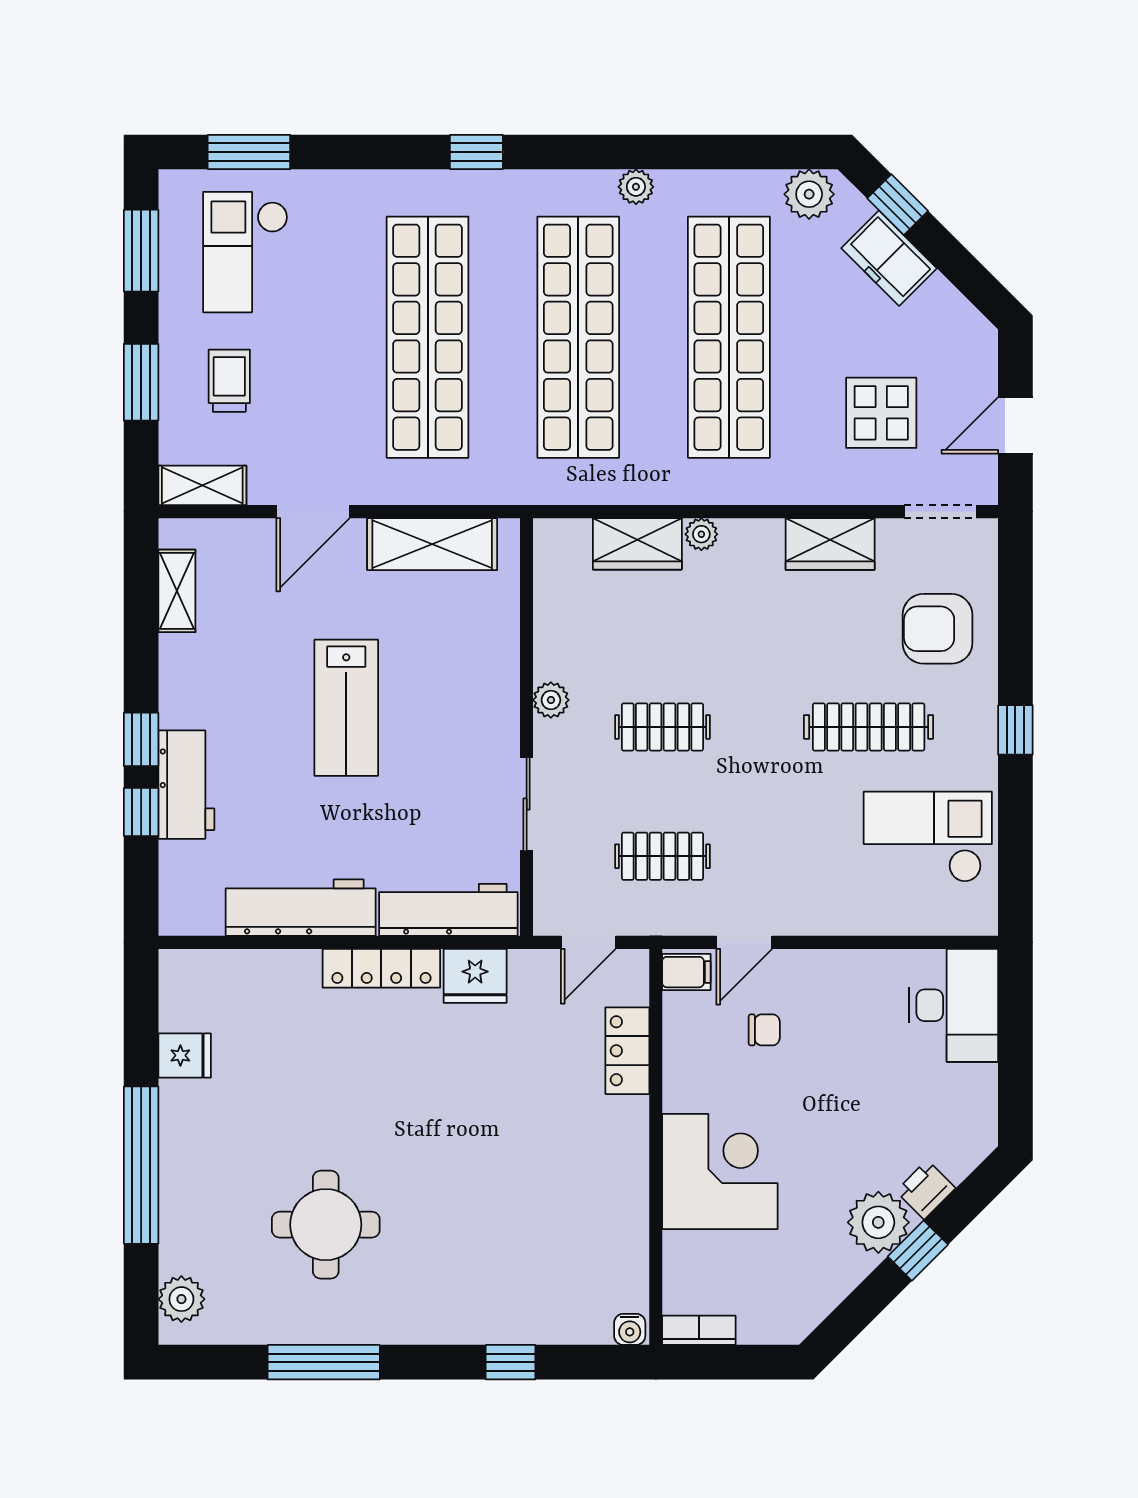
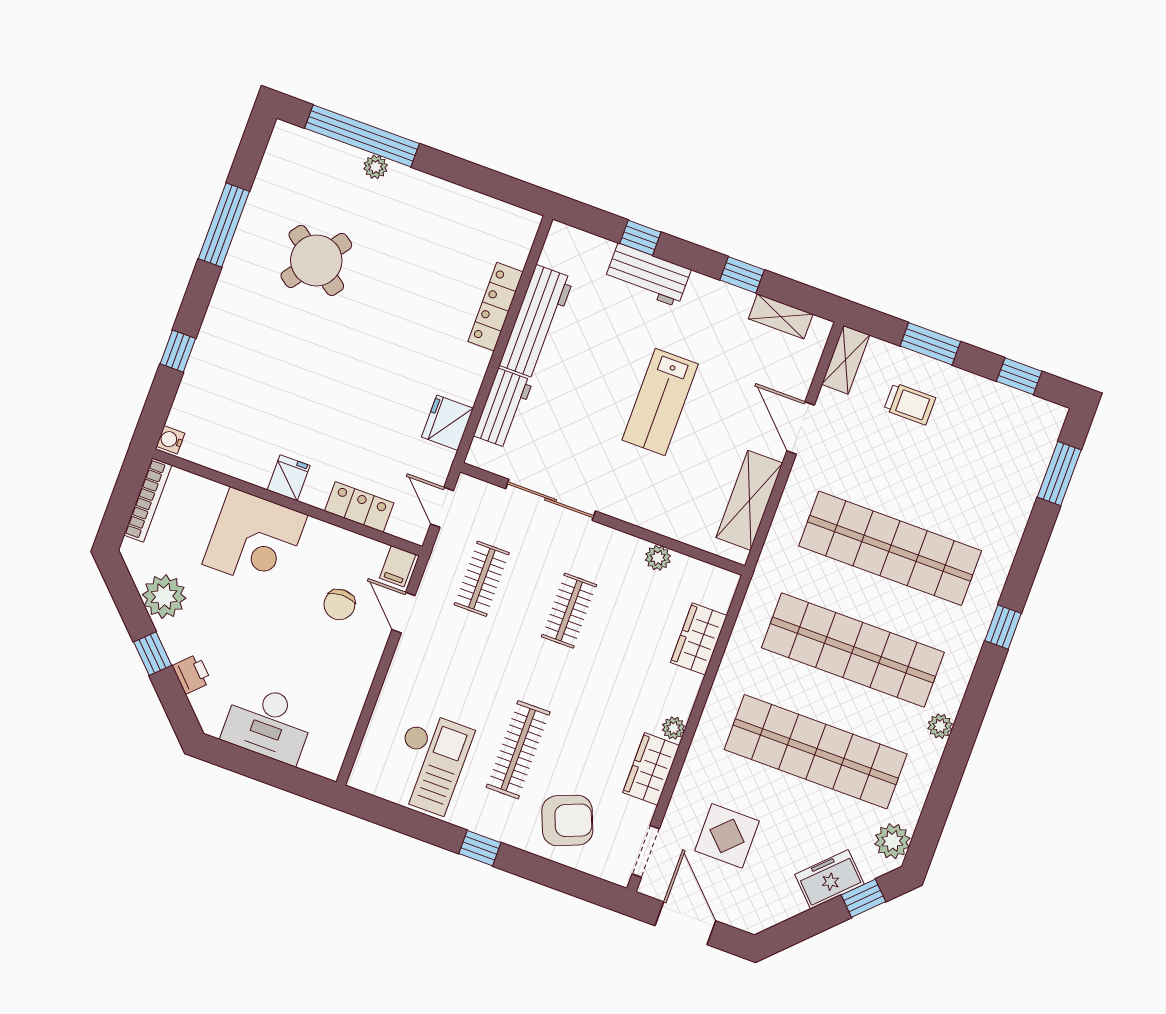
window: (141, 251) -> (1019, 376), width x0.67
checkout: (245, 252) -> (993, 446), removed
door: (1015, 425) -> (685, 923), width x1.38
plant: (701, 534) -> (674, 728), moved
armchair: (937, 629) -> (567, 820), turned 68
plant: (551, 700) -> (658, 558), moved
lab bench: (346, 708) -> (660, 402), turned -90
window: (141, 739) -> (742, 275), moved
sliding door: (527, 804) -> (551, 500), width x1.37
workbench: (448, 910) -> (503, 408), width x0.73
locker: (381, 968) -> (496, 307), moved
desk: (954, 1005) -> (268, 723), moved
chair: (764, 1030) -> (339, 605), width x1.37, depth x1.37
fridge: (185, 1055) -> (289, 478), moved, turned 180
window: (141, 1165) -> (362, 136), moved
plant: (878, 1222) -> (164, 597), moved
round table: (326, 1225) -> (316, 260), turned 36
plant: (181, 1299) -> (376, 167), moved, width x0.73, depth x0.73
bookcase: (699, 1330) -> (148, 500), width x1.56

